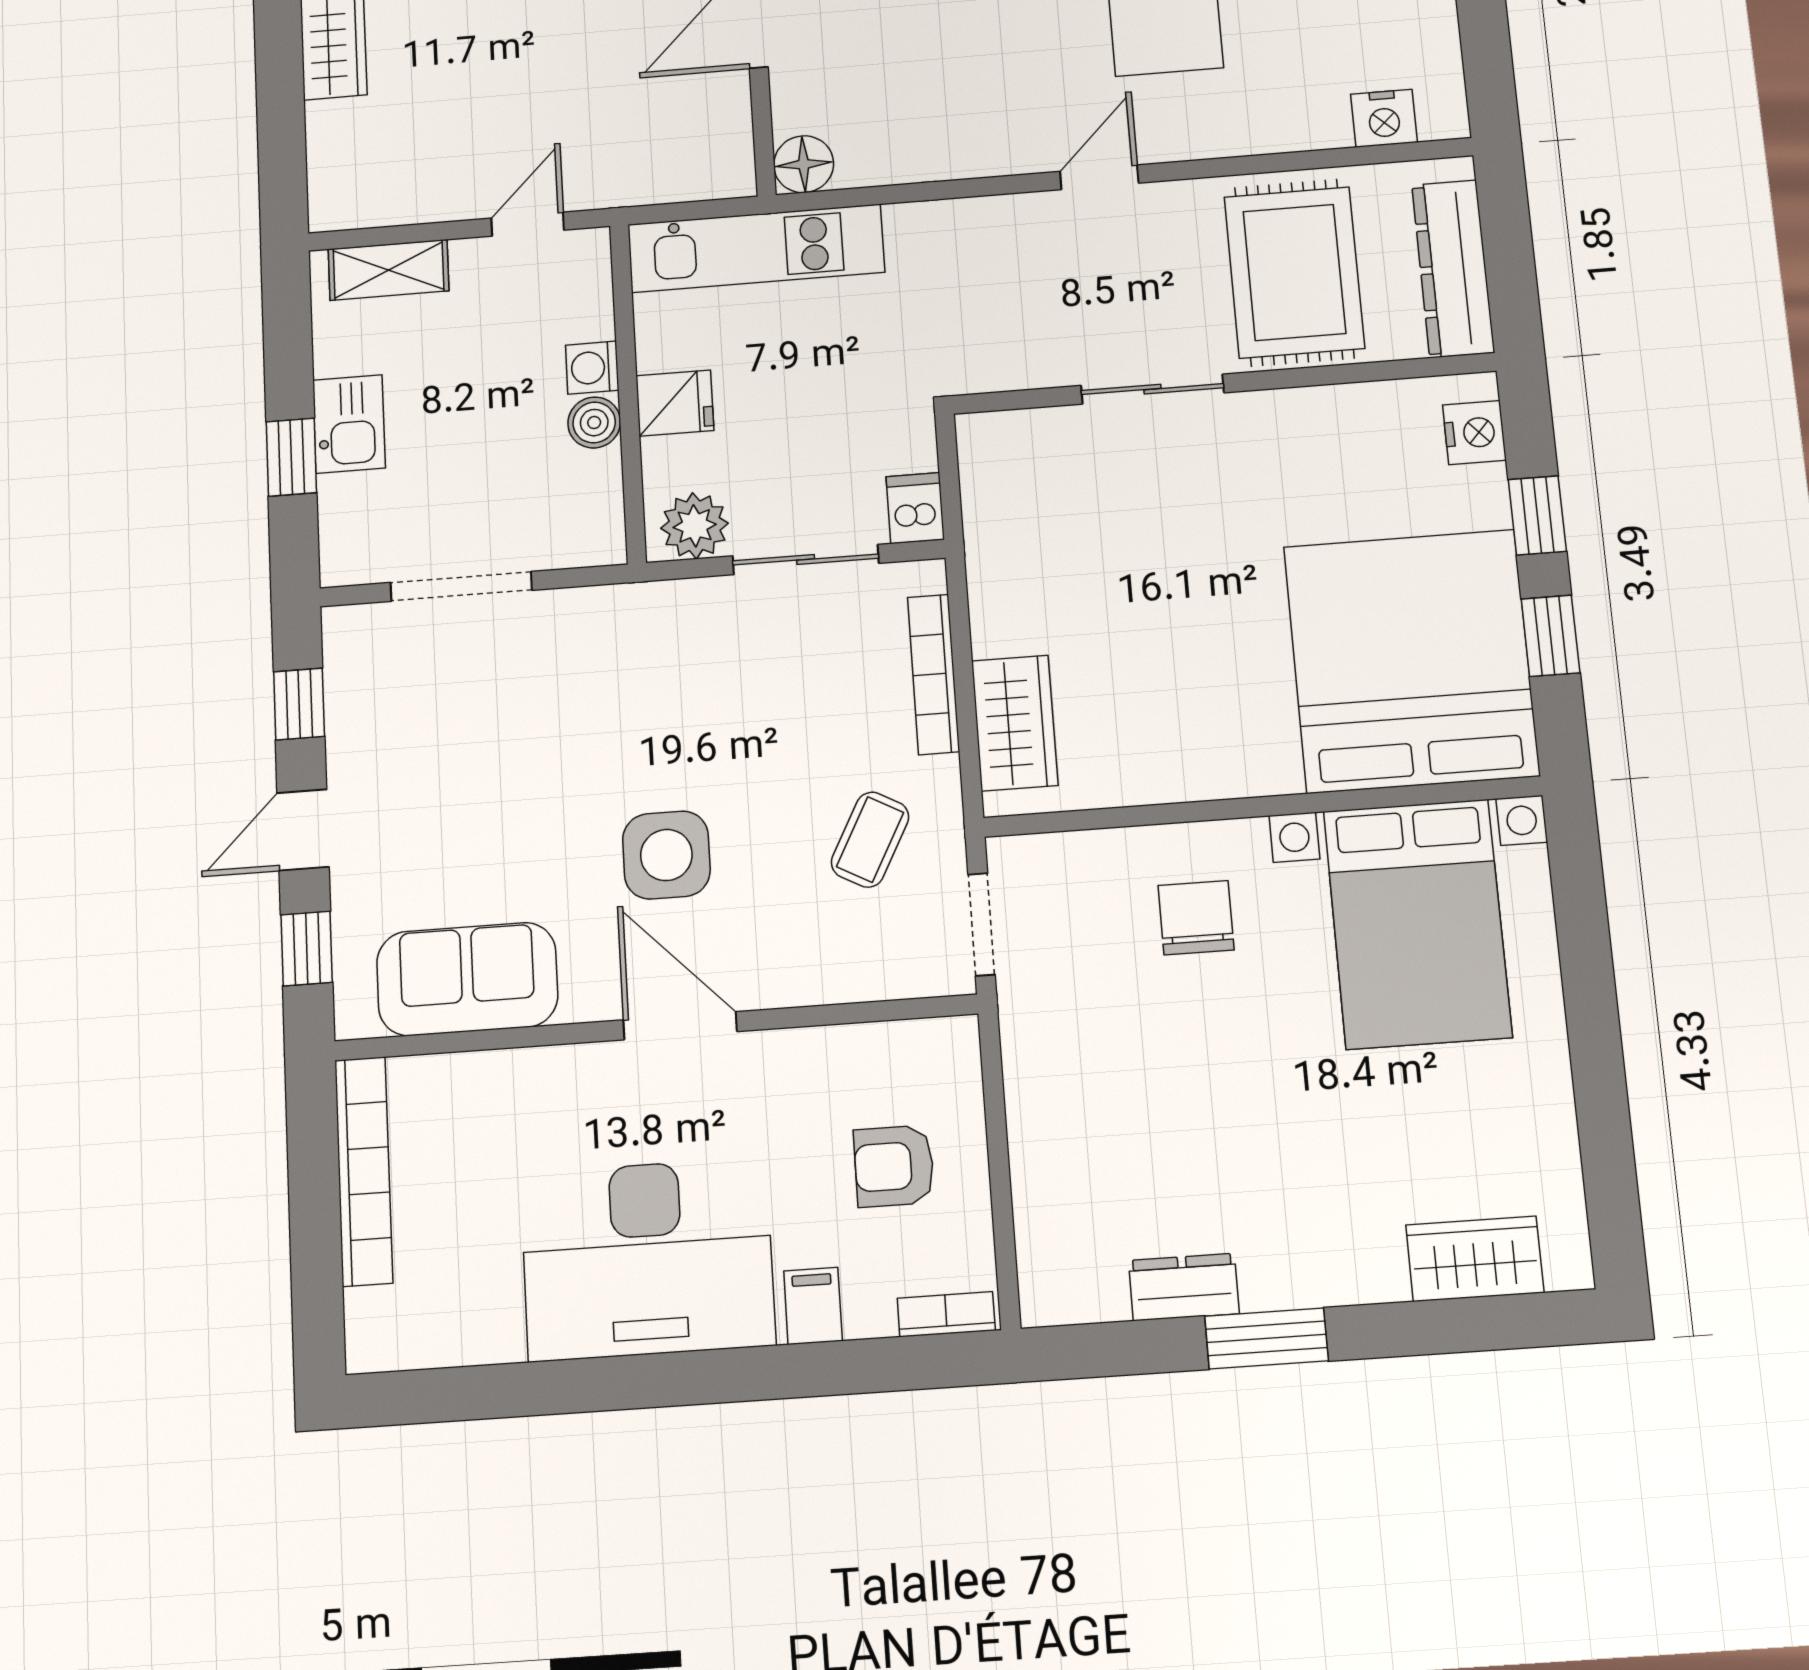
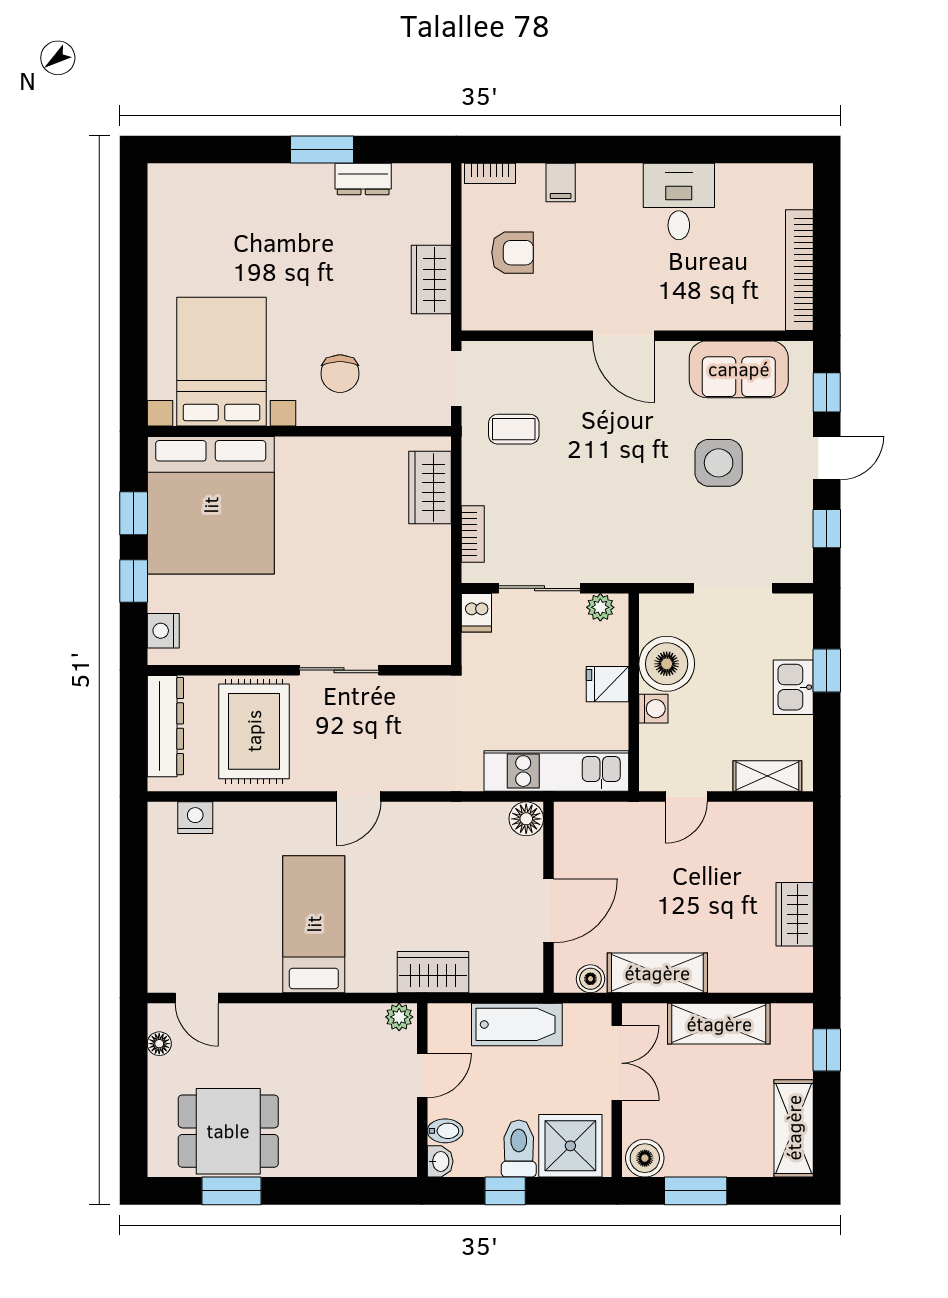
boiler: (594, 423) -> (667, 664), width x1.86, depth x1.86
plant: (695, 526) -> (600, 607), width x0.73, depth x0.73
bookcase: (933, 674) -> (473, 534), width x0.64
coffee table: (870, 840) -> (514, 429), turned 62
side table: (666, 855) -> (719, 463), moved
desk: (647, 1259) -> (679, 202), width x0.53, depth x0.77
wardrobe: (1475, 1259) -> (431, 279), moved, turned 90

